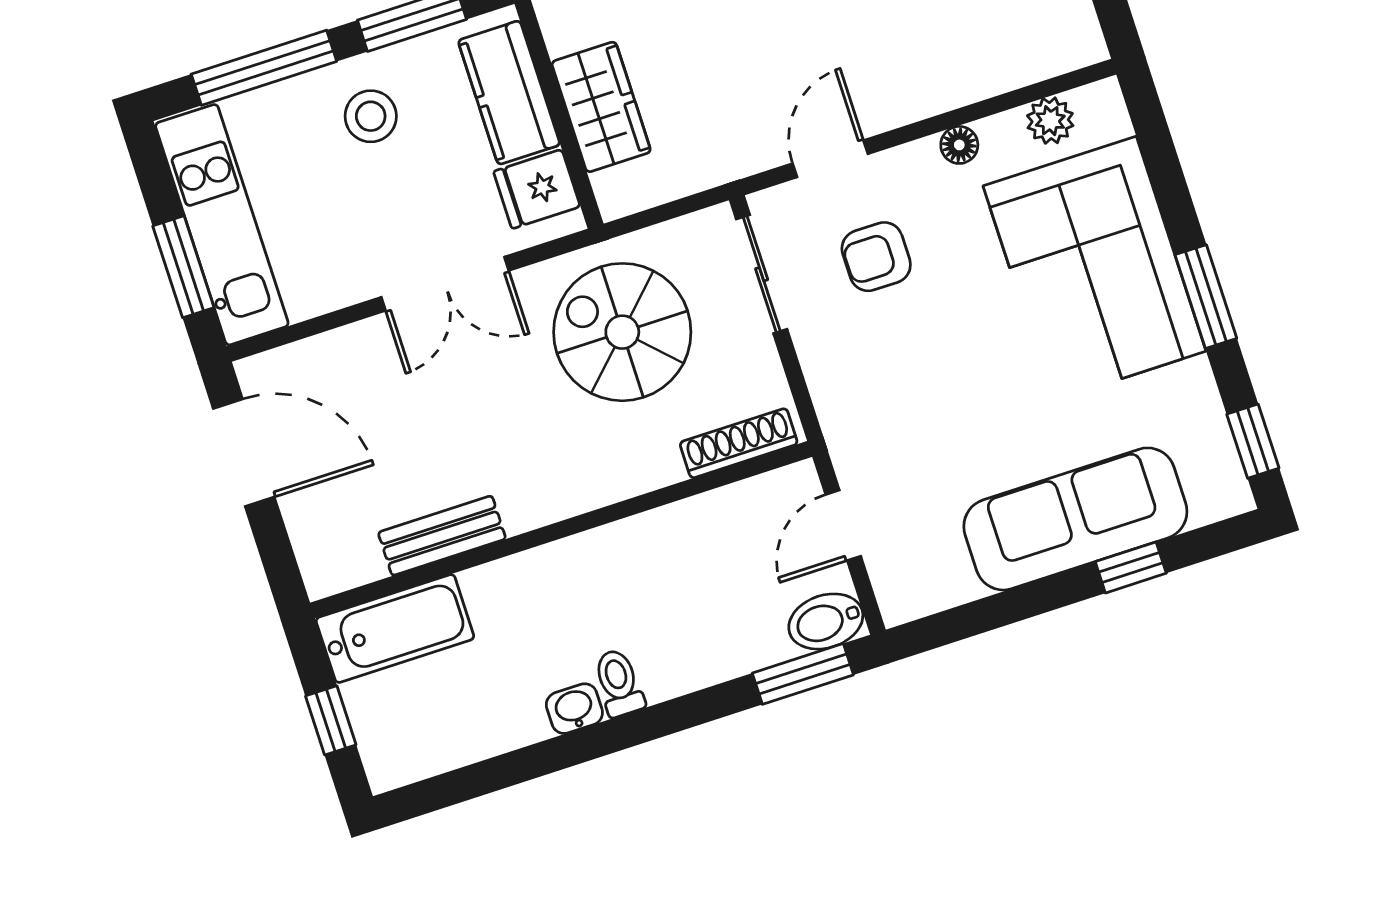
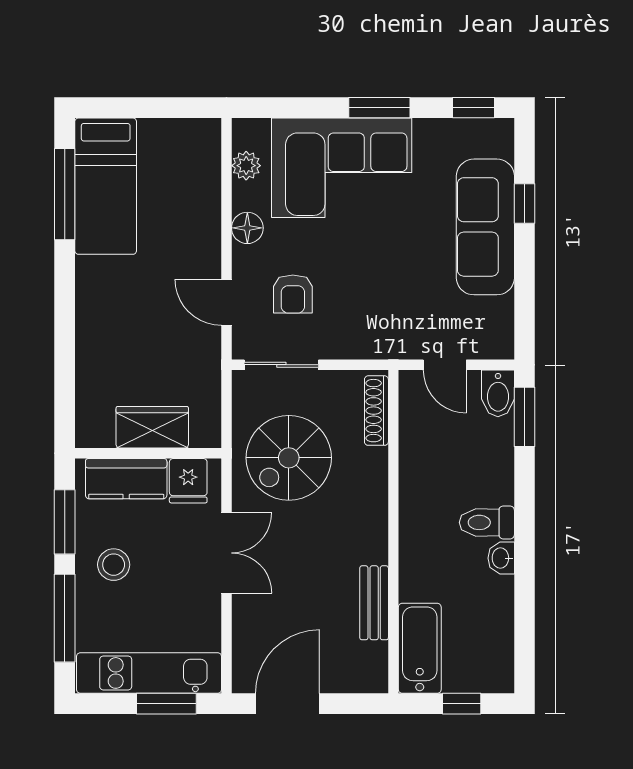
floor lamp: (959, 145) -> (247, 228), width x1.37, depth x1.37
toilet: (619, 683) -> (487, 522), width x1.37, depth x1.39

